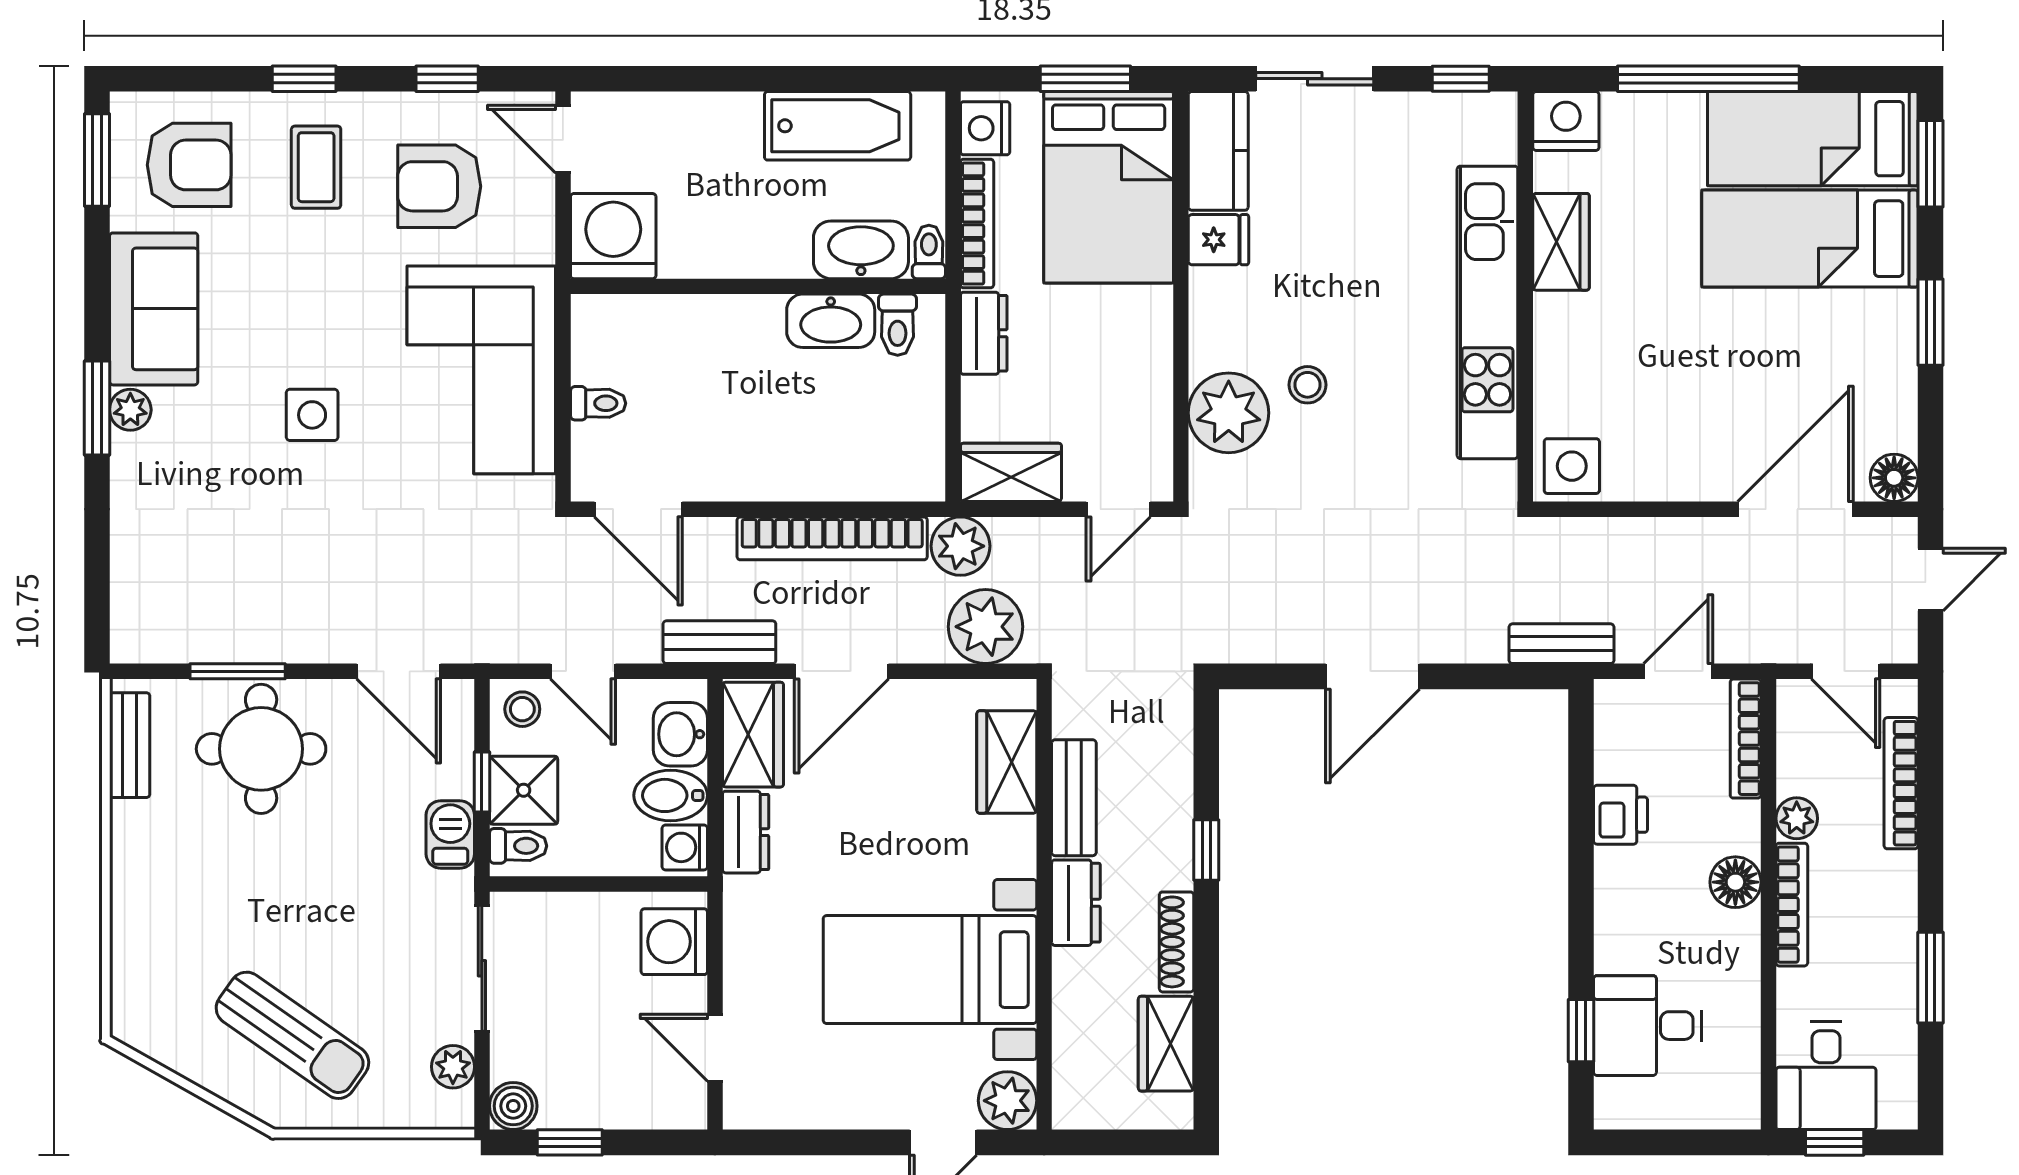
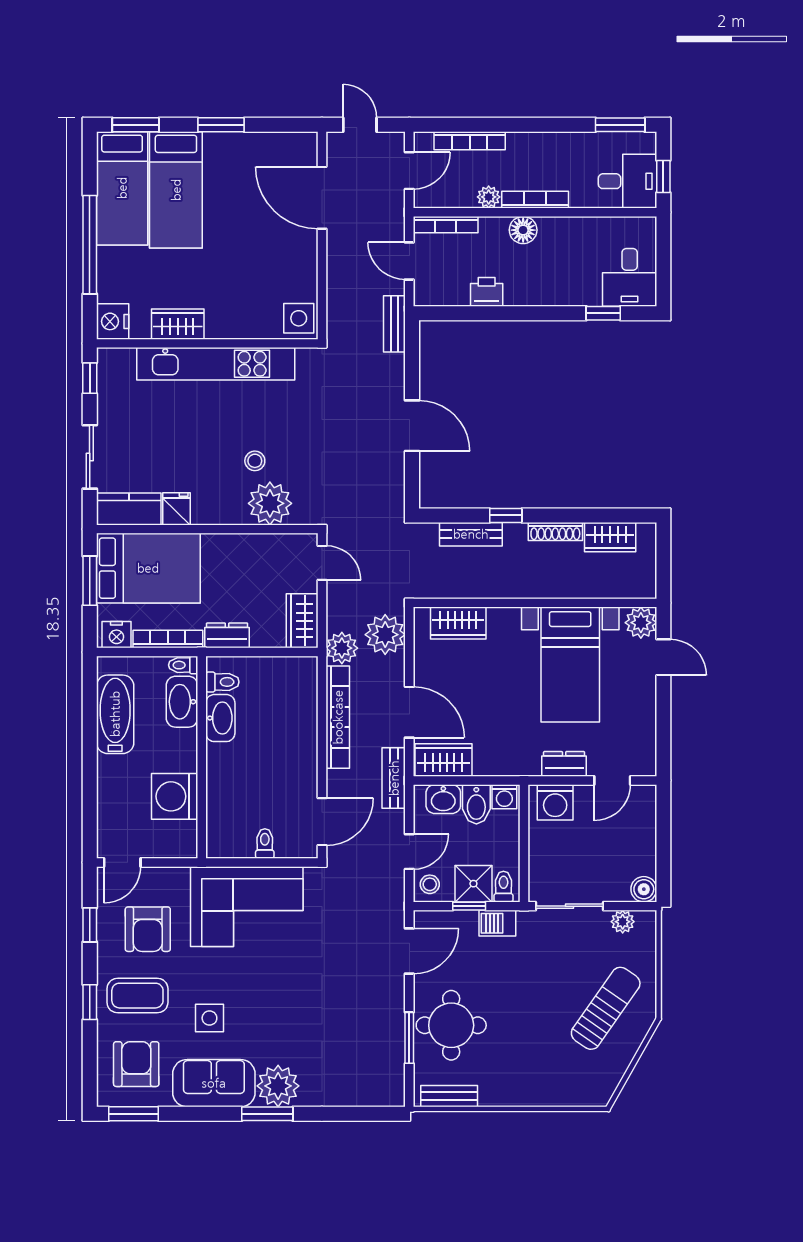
coffee table: (316, 167) -> (137, 996), width x1.36, depth x1.30
washing machine: (613, 236) -> (175, 796), moved
plant: (130, 410) -> (278, 1086), width x1.88, depth x1.88
side table: (312, 415) -> (209, 1018), moved
floor lamp: (1894, 478) -> (305, 144), removed
bench: (1074, 798) -> (471, 534), moved
dresser: (746, 832) -> (564, 764), moved
dresser: (1076, 903) -> (534, 586), removed
window: (1931, 978) -> (620, 125), moved
desk: (1648, 1026) -> (630, 277), moved
window: (570, 1142) -> (663, 859), removed

